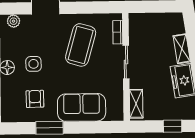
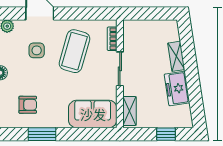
side table: (34, 64) -> (37, 50), moved
armchair: (35, 99) -> (28, 105), turned 91
sofa: (82, 107) -> (93, 114), moved

